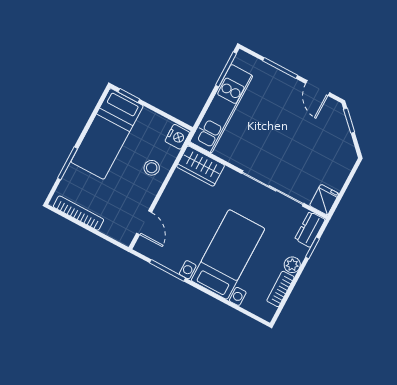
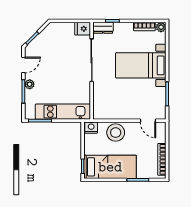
plant: (286, 82) -> (30, 84), added
wardrobe: (201, 166) -> (100, 106), removed
stool: (152, 168) -> (116, 133), width x1.89, depth x1.89
door: (144, 223) -> (148, 121), swing flipped
plant: (292, 265) -> (161, 27), moved

